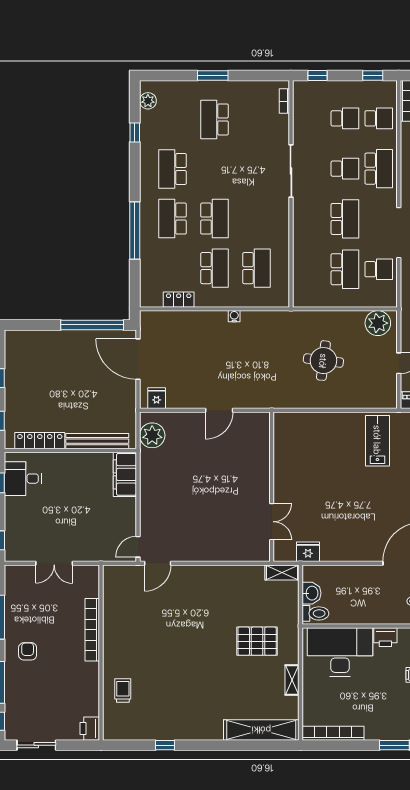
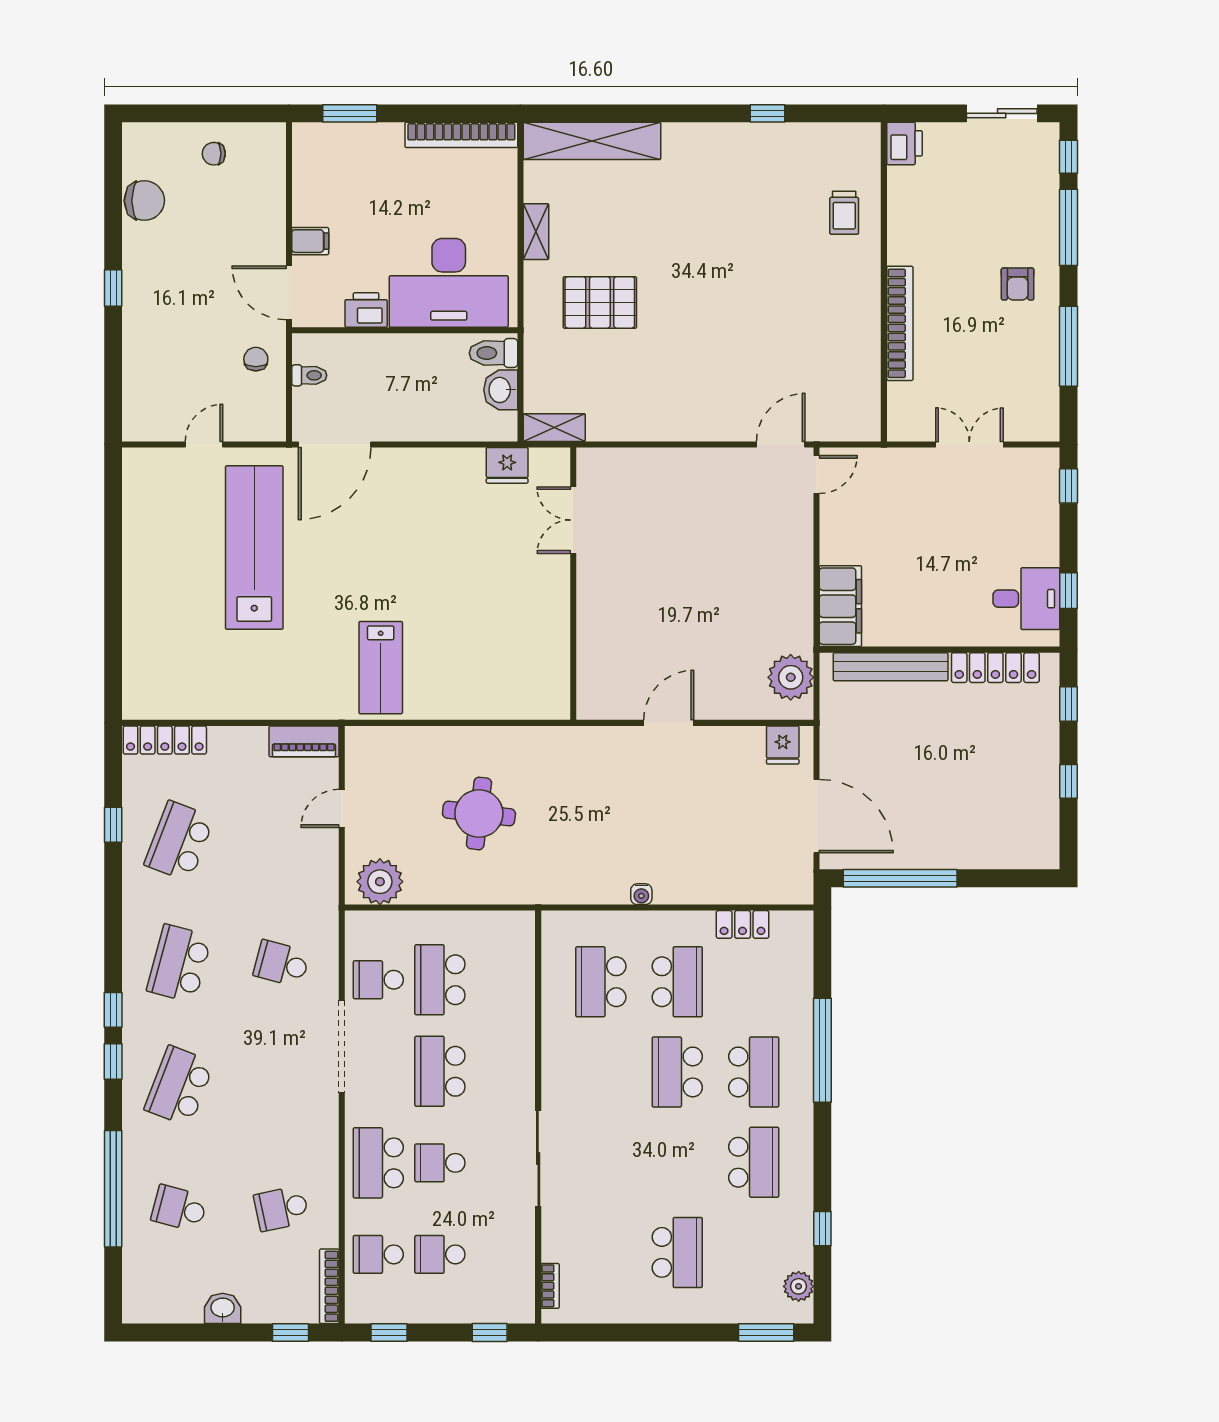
window: (213, 75) -> (766, 1332), moved
school desk: (214, 268) -> (677, 982), turned 180

